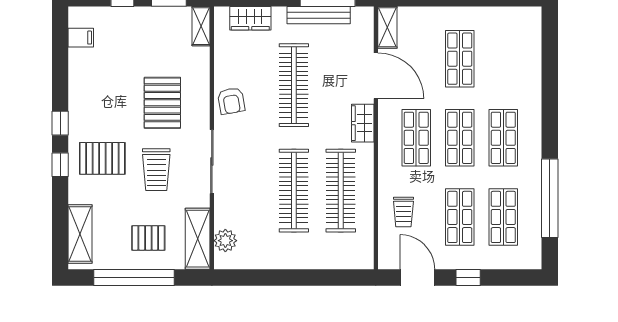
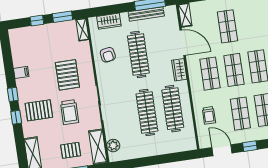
filing cabinet: (81, 38) -> (21, 72), moved
armchair: (231, 101) -> (108, 55), moved

